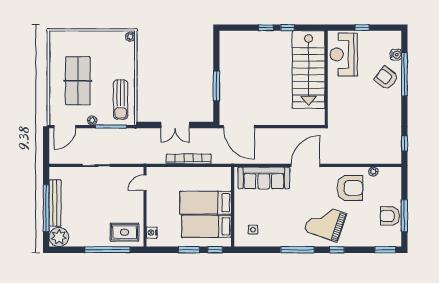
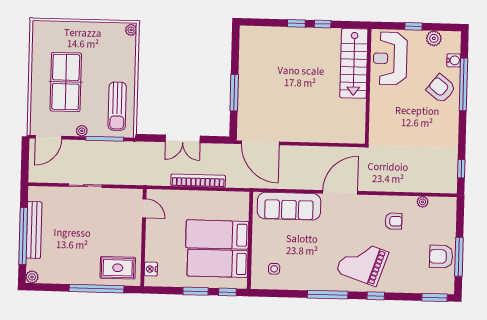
plant: (379, 37) -> (434, 38), added
stairs: (309, 70) -> (354, 63), width x0.73, depth x0.66
door: (145, 183) -> (144, 208), swing flipped
armchair: (350, 188) -> (394, 221), width x0.53, depth x0.53
plant: (59, 237) -> (32, 277), width x0.53, depth x0.53

